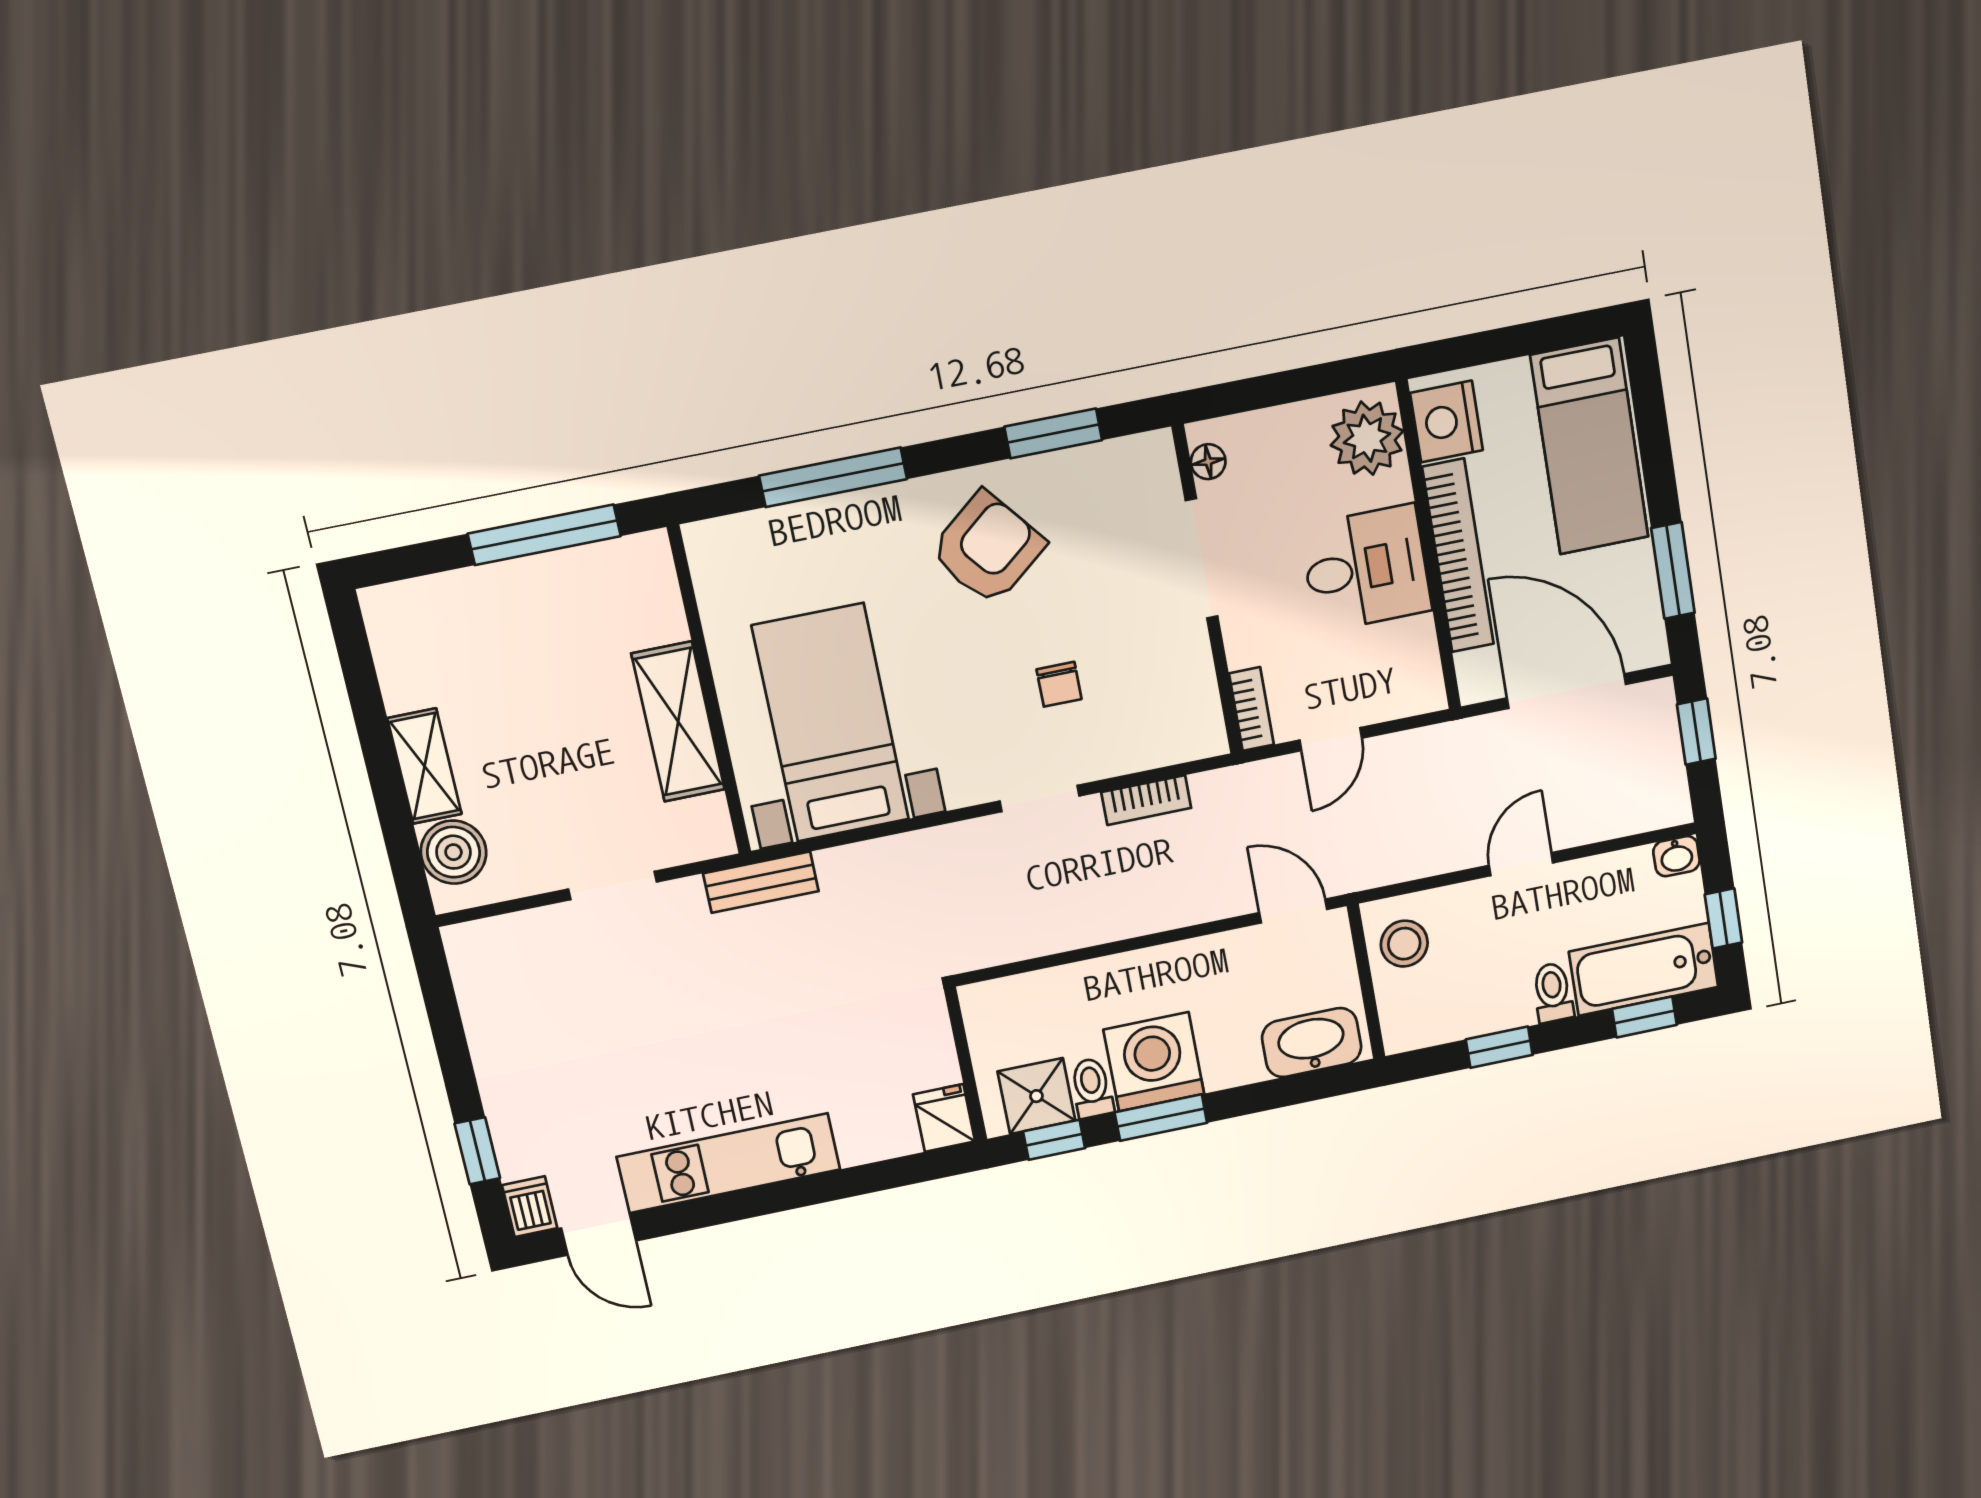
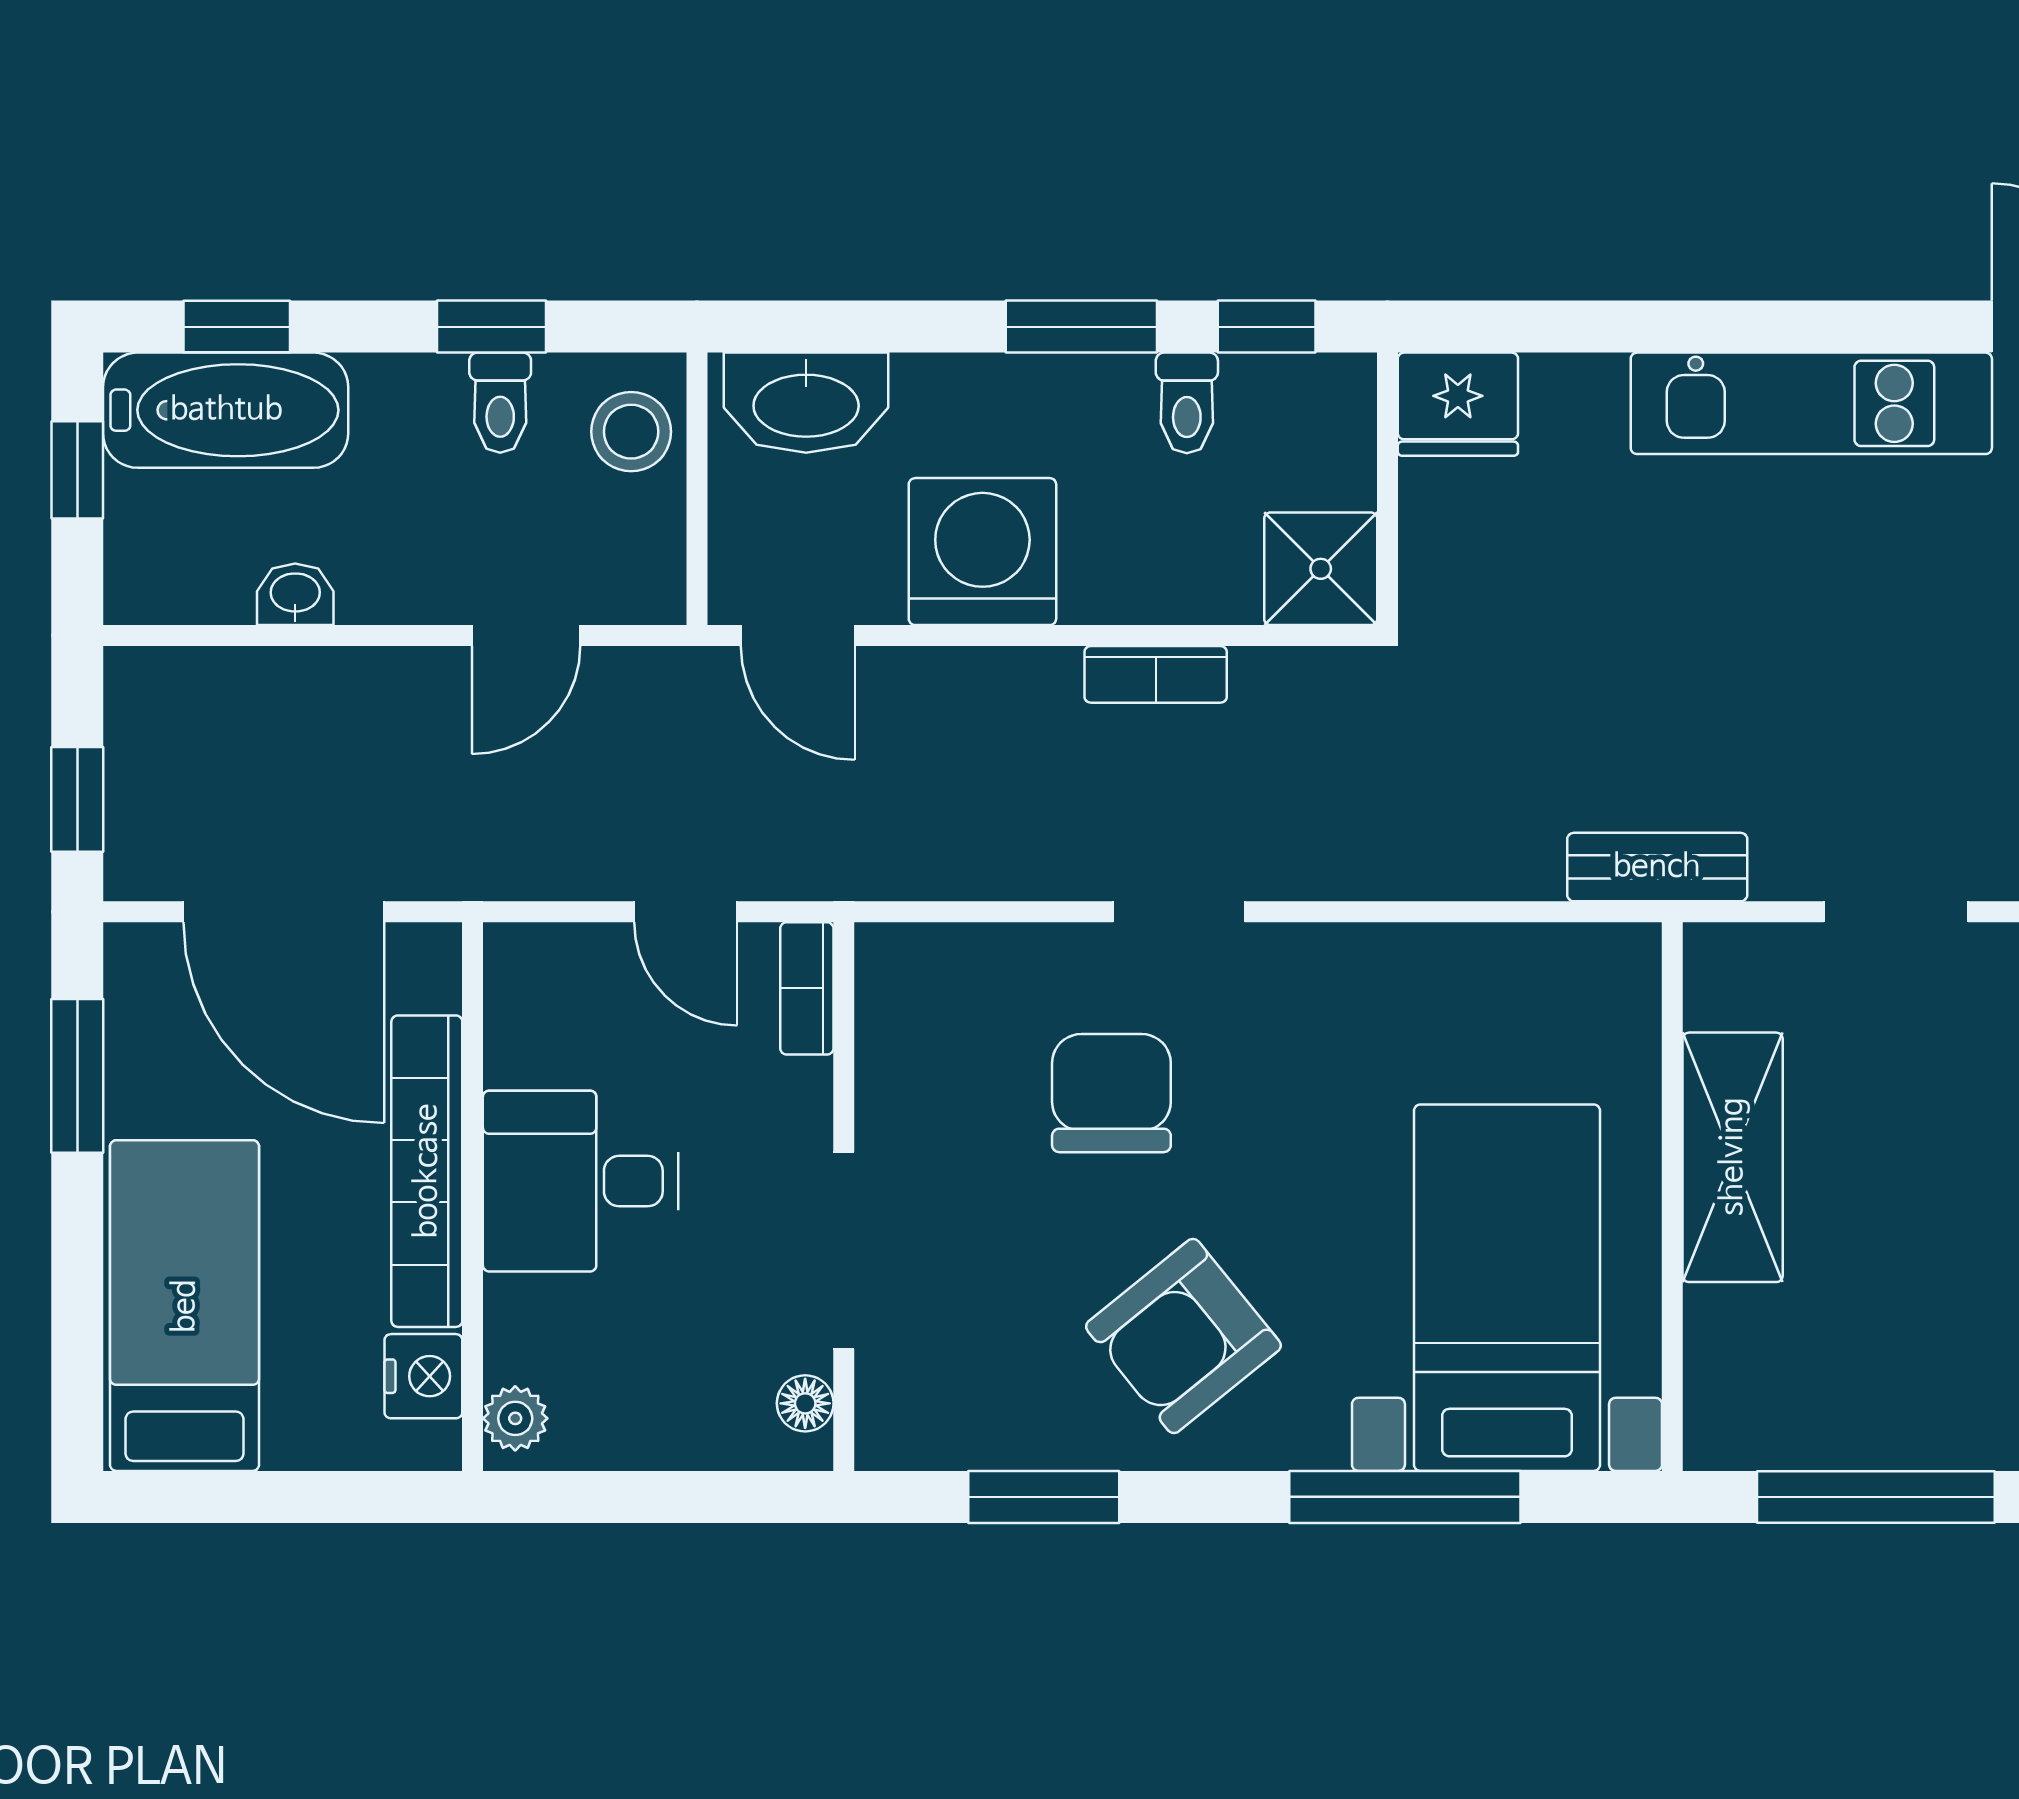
nightstand: (1446, 422) -> (423, 1376), width x0.74, depth x0.75
plant: (1367, 438) -> (515, 1418), width x0.53, depth x0.53
chair: (1059, 684) -> (1111, 1093), width x1.87, depth x1.87
bed with nightstands: (831, 723) -> (1507, 1288), moved, turned 180
door: (1331, 739) -> (686, 912), swing flipped
bookcase: (1146, 800) -> (1156, 674), moved, turned 180
washbasin: (1676, 856) -> (295, 594), moved
door: (1521, 864) -> (526, 636), moved
stool: (1404, 944) -> (631, 432), moved
toilet: (1553, 993) -> (500, 403), moved
washing machine: (1154, 1062) -> (982, 552), moved, turned 180
shower: (1036, 1096) -> (1321, 569), moved
fridge: (944, 1118) -> (1458, 404), width x1.38

